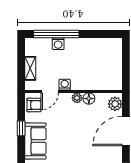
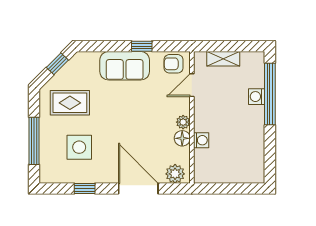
washing machine: (65, 85) -> (201, 140), moved
door: (50, 91) -> (192, 85), hinge flipped
armchair: (34, 105) -> (174, 64), turned 90

